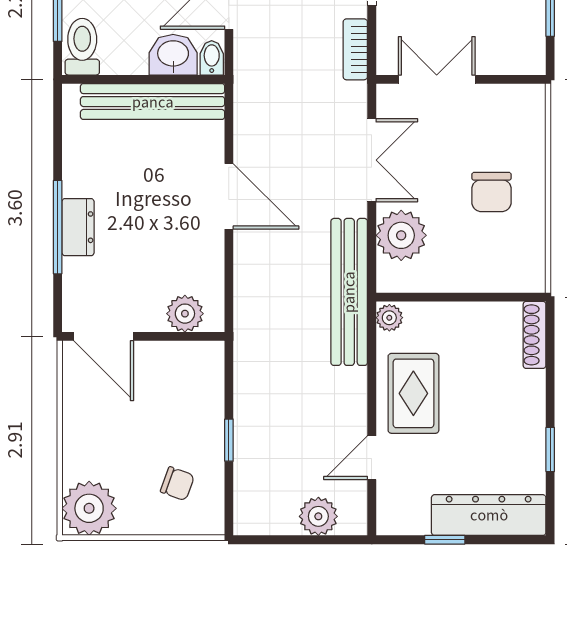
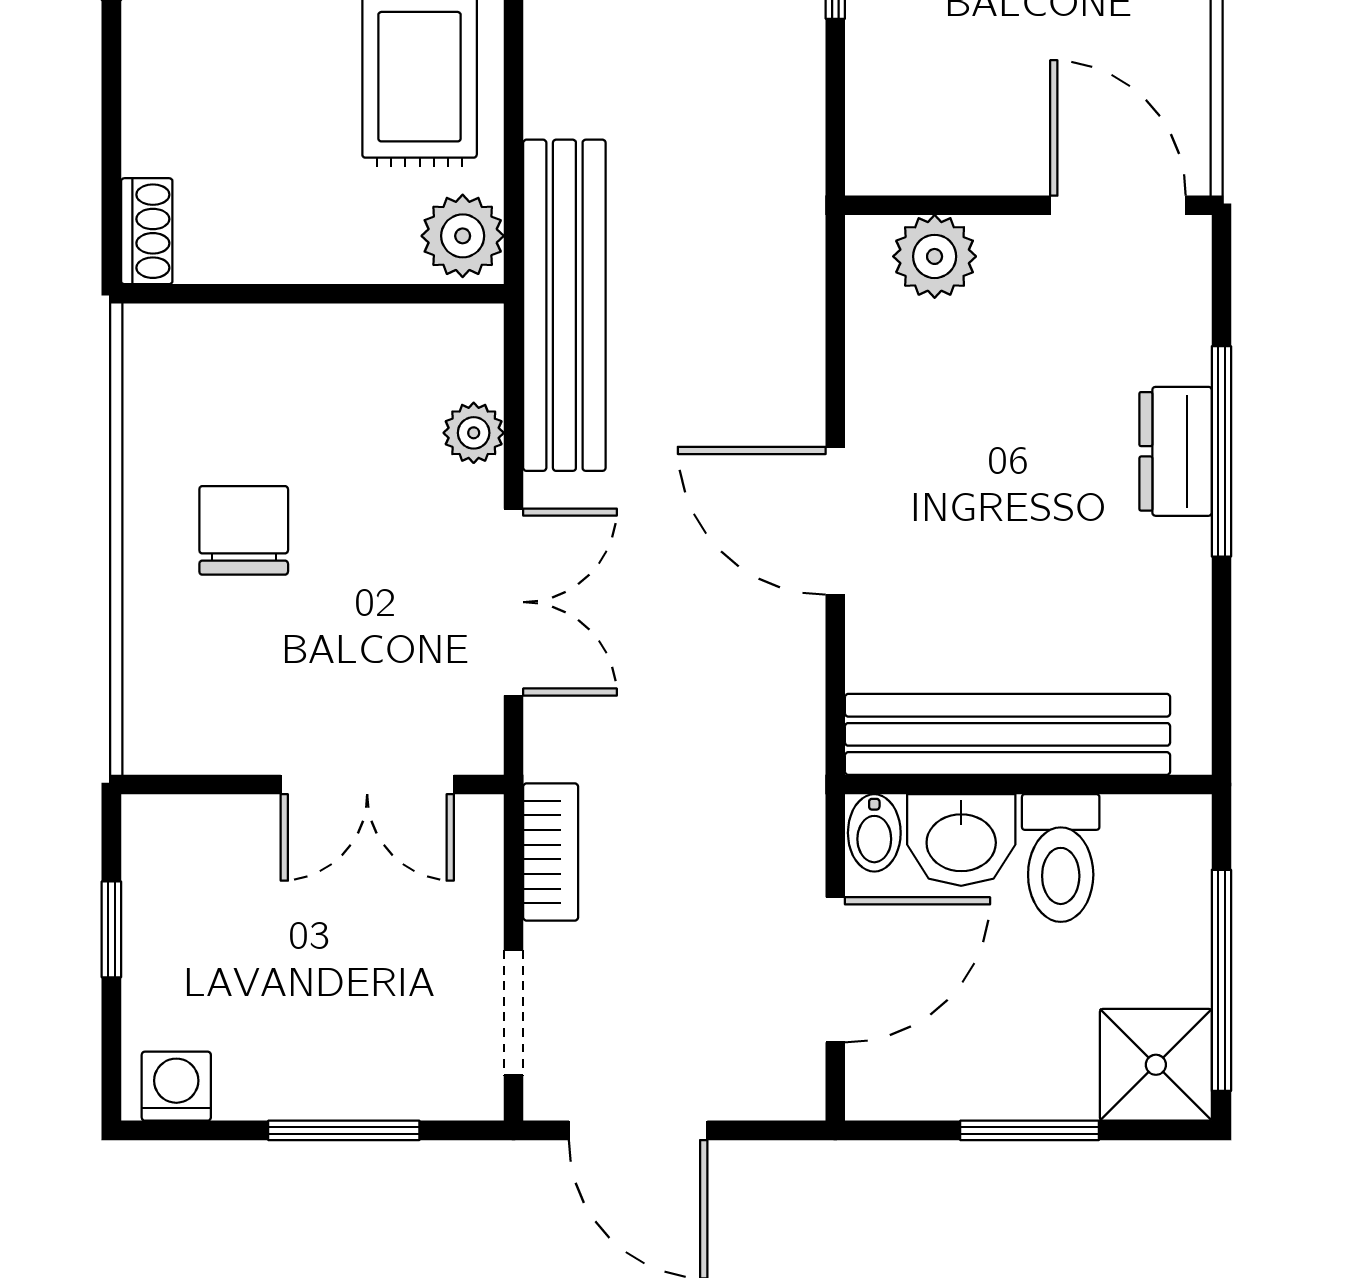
toilet: (82, 47) -> (1061, 858), moved
double door: (372, 160) -> (514, 602), swing flipped
plant: (401, 235) -> (474, 433), width x0.53, depth x0.53
plant: (389, 318) -> (463, 236), width x1.38, depth x1.38
shoe rack: (535, 335) -> (147, 231), width x0.70

